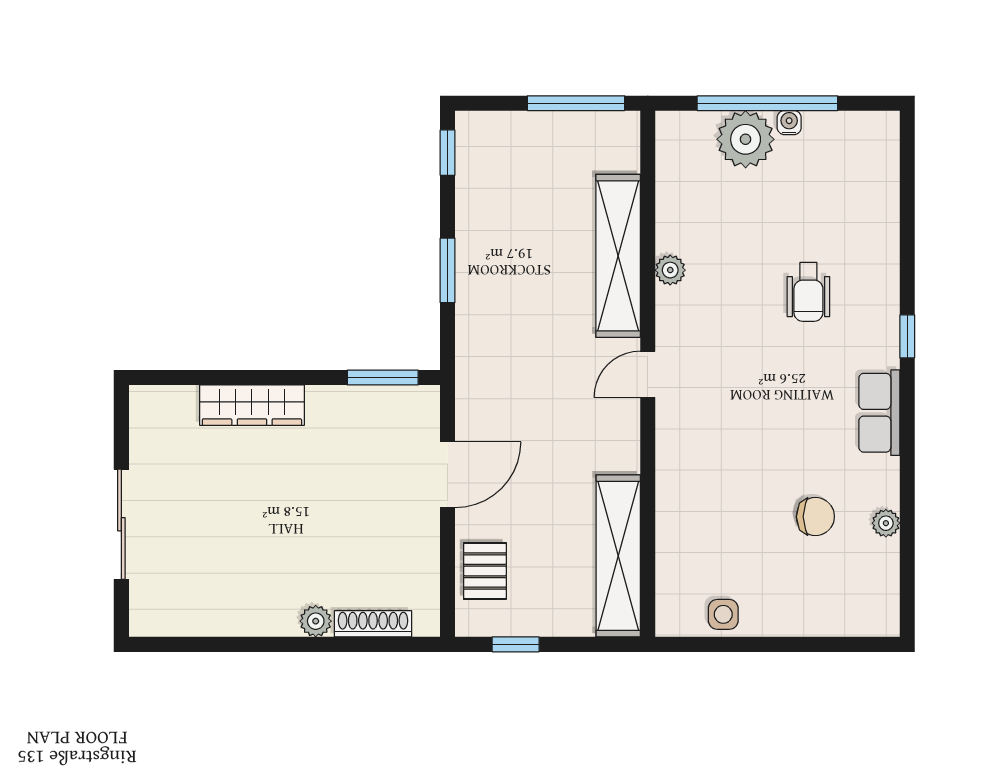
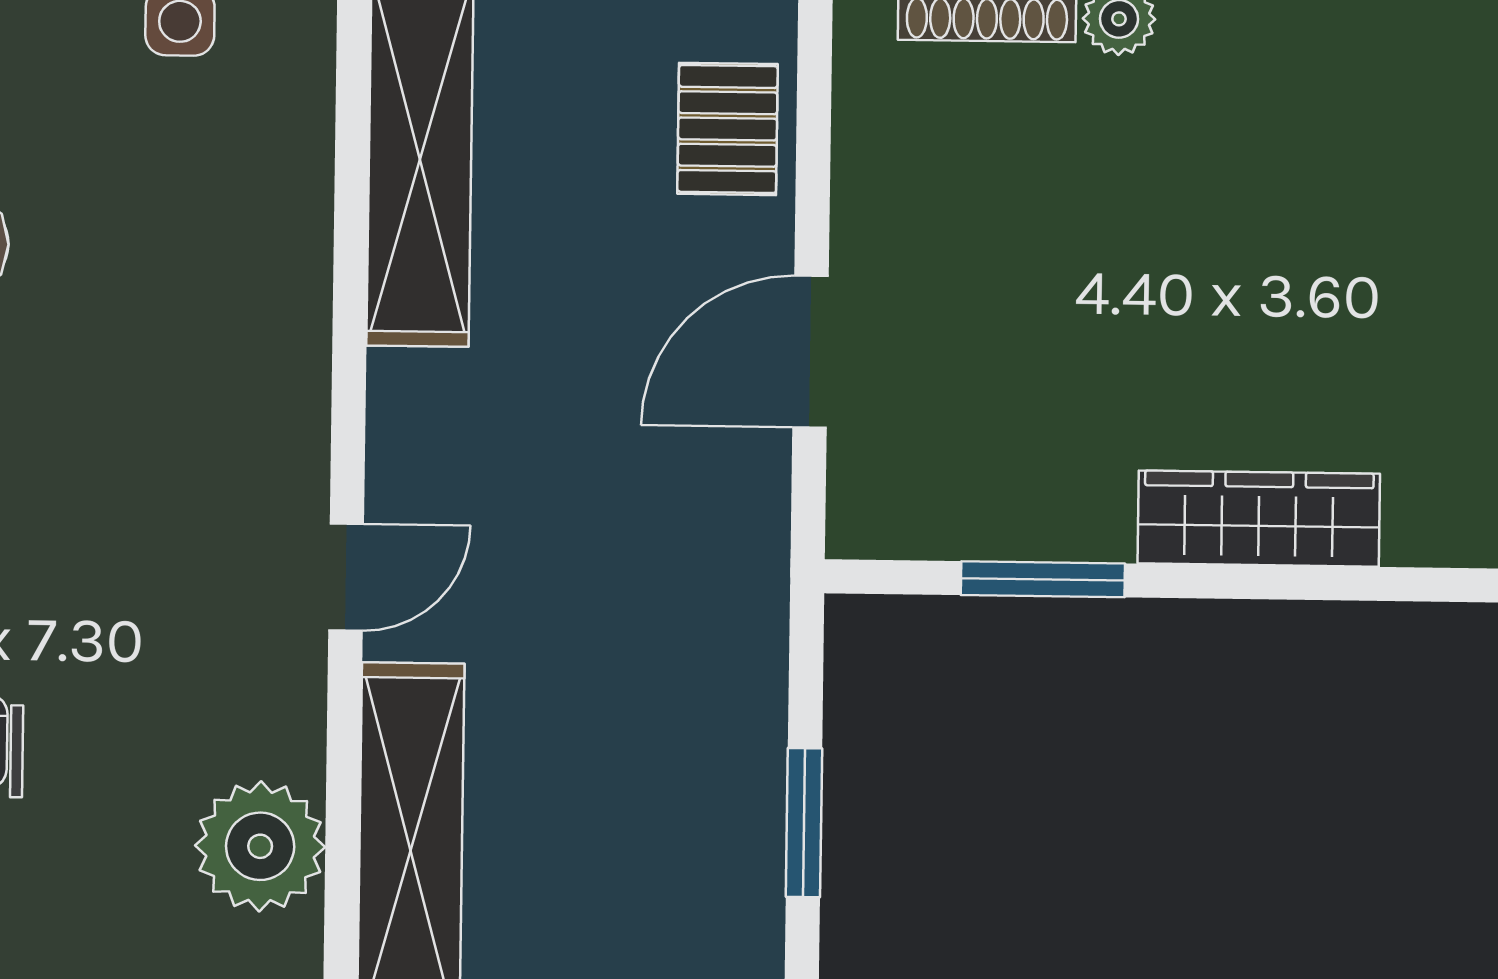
plant: (670, 270) -> (260, 846), width x1.88, depth x1.88
window: (383, 377) -> (1043, 579), moved

